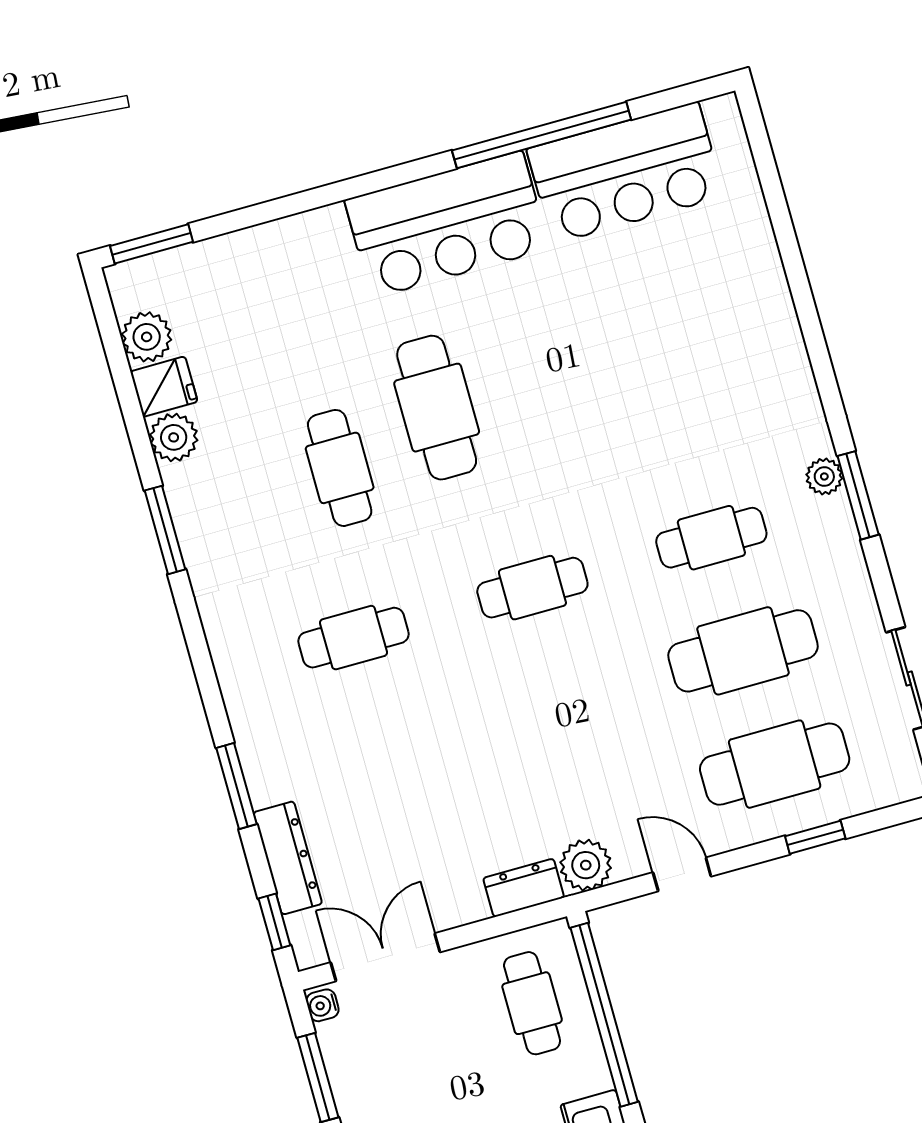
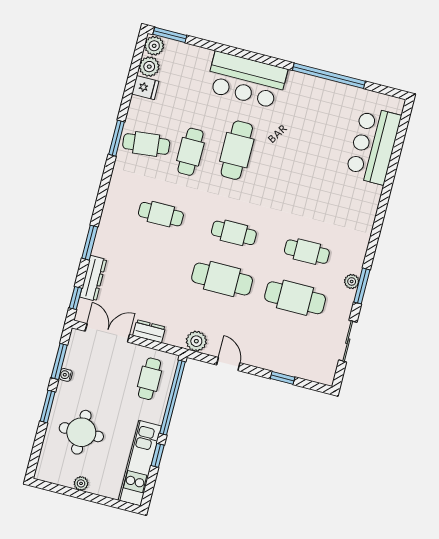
bar counter: (625, 173) -> (373, 146), moved, turned 90
bar counter: (447, 224) -> (247, 80), moved
plant: (174, 437) -> (154, 46), moved
plant: (824, 476) -> (352, 281), moved
window: (858, 495) -> (362, 286), moved
cafe table: (236, 506) -> (146, 144), added
cafe table: (775, 764) -> (222, 279), moved
dresser: (524, 888) -> (149, 331), moved
water cooler: (322, 1005) -> (66, 375), moved

